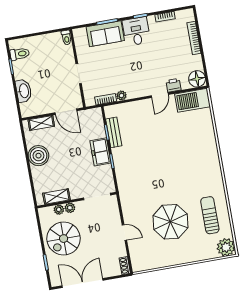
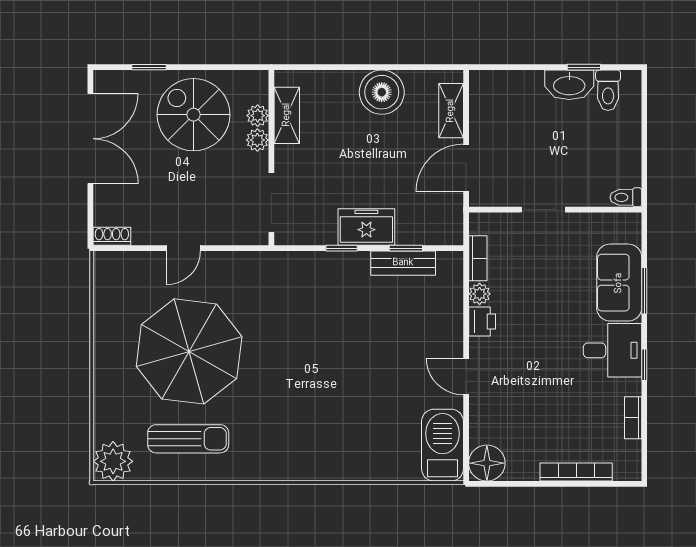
printer: (174, 85) -> (482, 321), moved
washbasin: (24, 91) -> (569, 85), moved
parasol: (170, 222) -> (189, 351), width x1.36, depth x1.36

